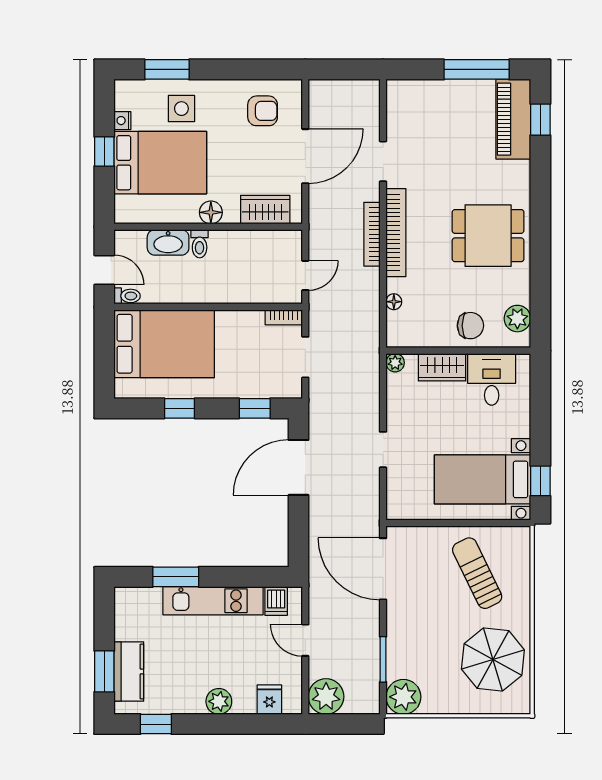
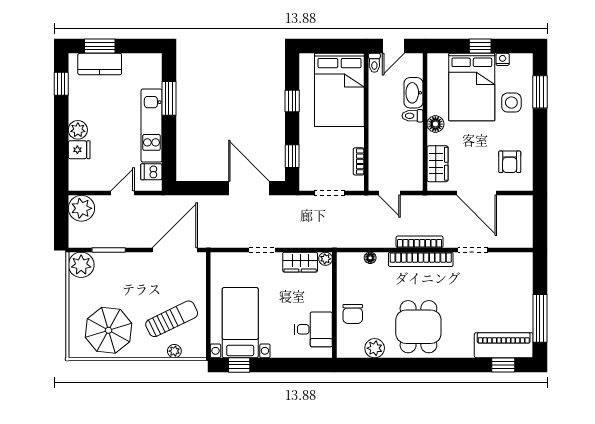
bookcase: (284, 317) -> (359, 161), moved
plant: (517, 319) -> (375, 348), moved
wardrobe: (442, 367) -> (300, 262), moved, turned -90
plant: (521, 569) -> (174, 351), added
fridge: (269, 700) -> (79, 150), moved

